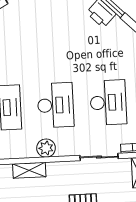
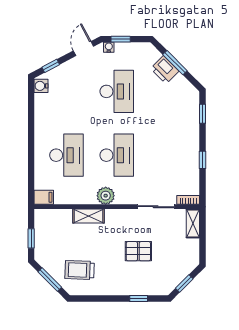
desk: (108, 102) -> (117, 91), moved

